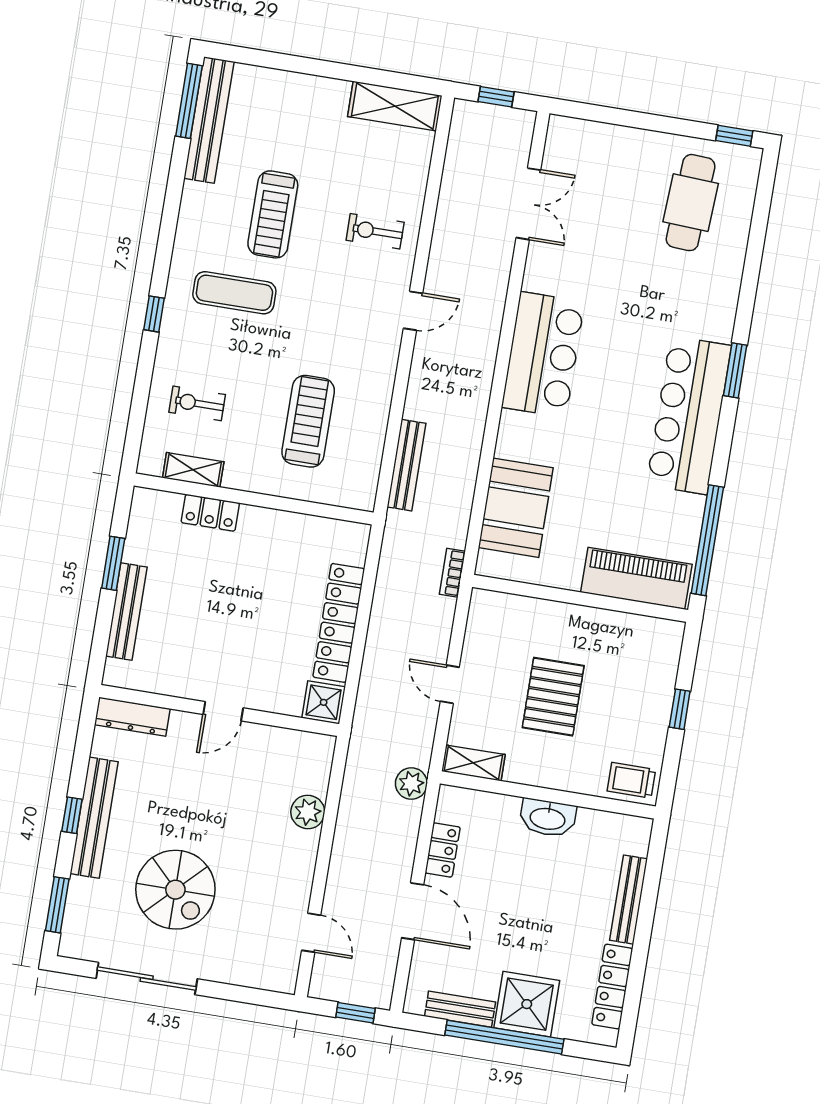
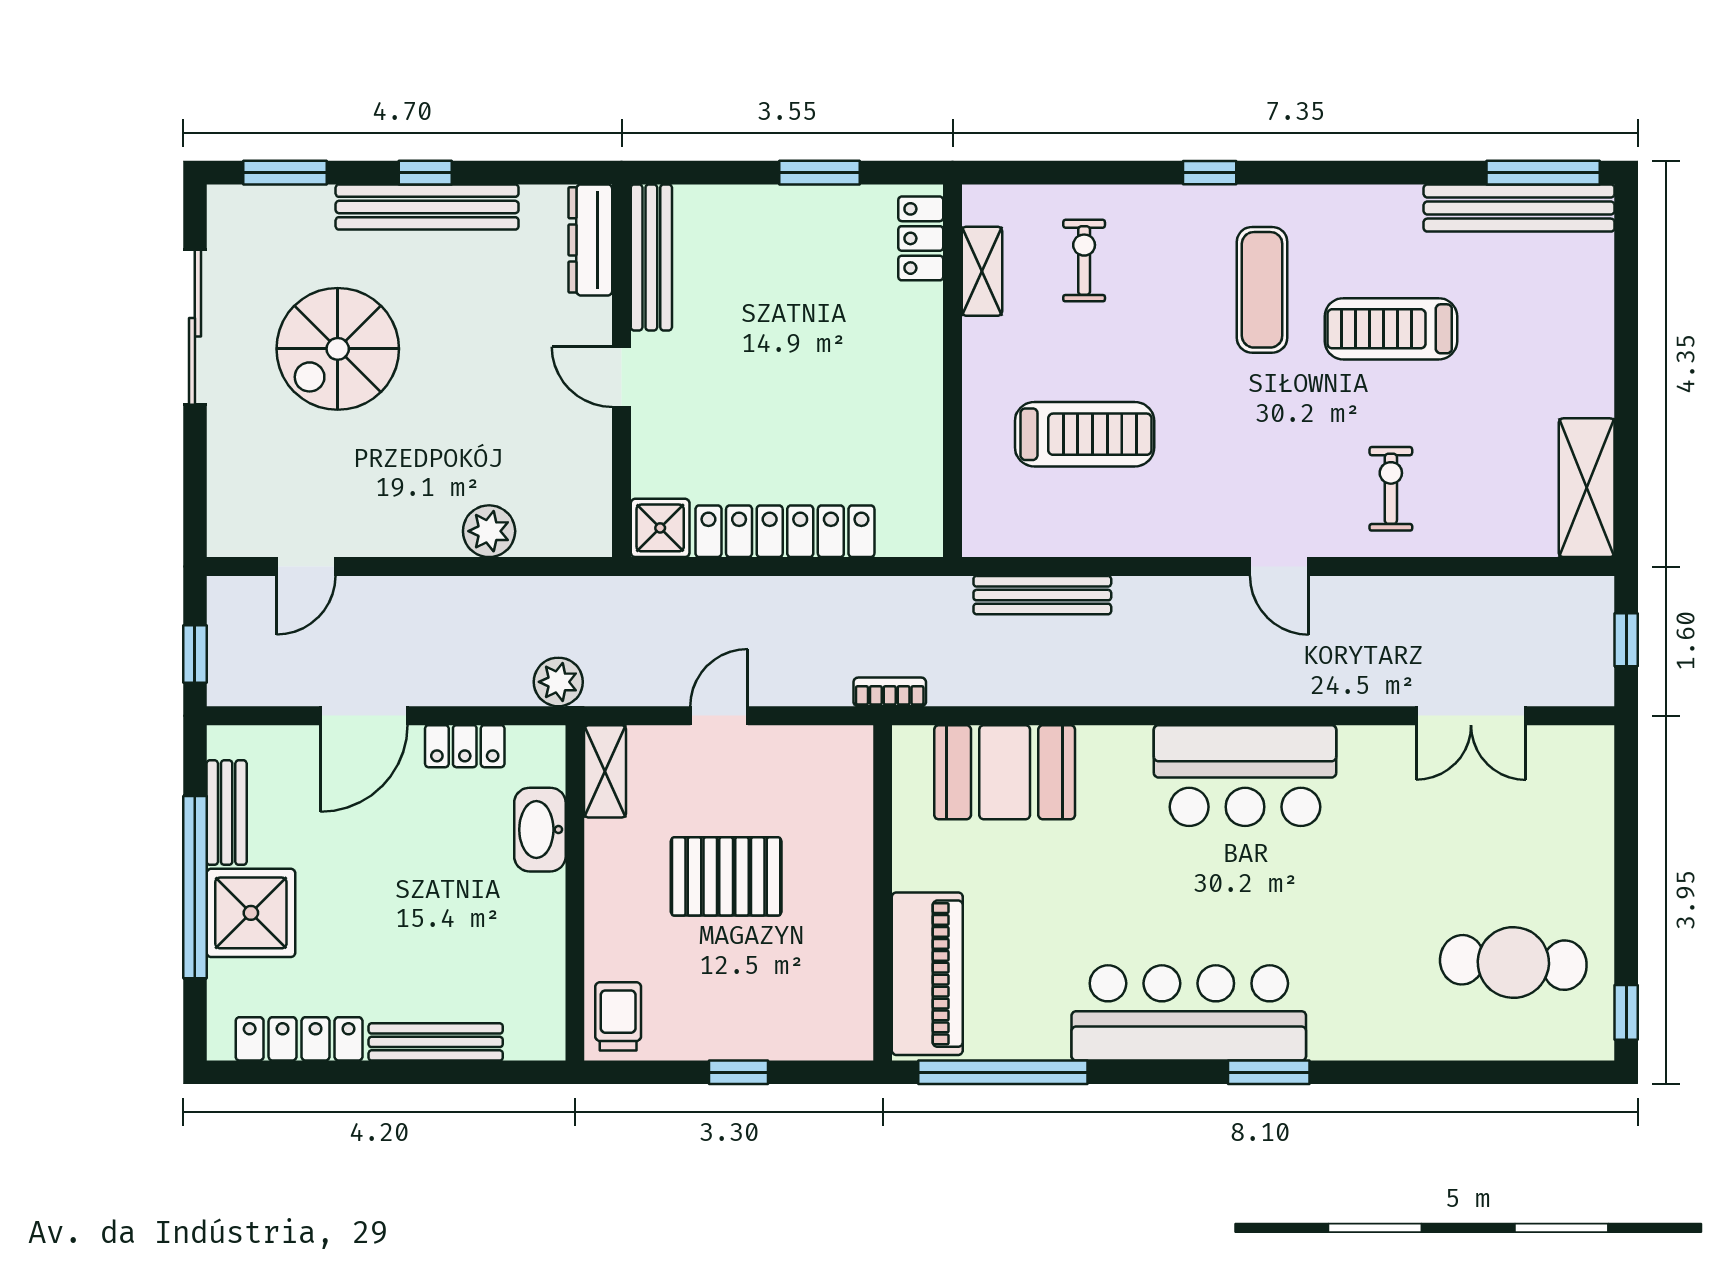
locker: (210, 513) -> (921, 238), moved
bench: (126, 612) -> (651, 257), moved, turned 90
washbasin: (548, 818) -> (540, 830), moved

